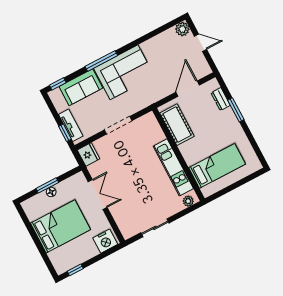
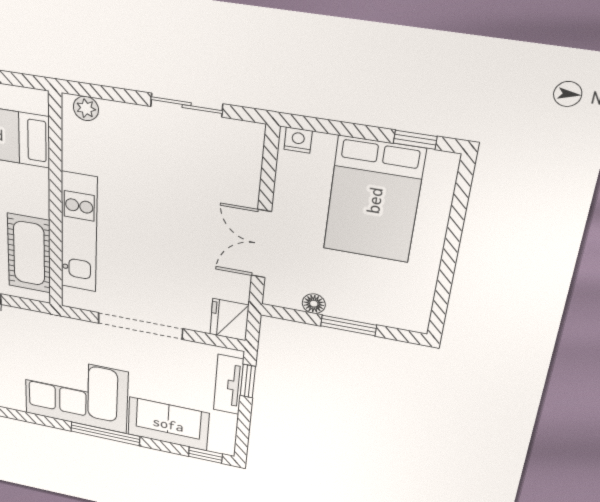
doorway: (118, 125) -> (140, 326), width x1.36
kitchen unit: (173, 167) -> (79, 233), moved
floor lamp: (51, 192) -> (314, 304), moved
bed: (60, 226) -> (374, 200), moved, turned -90
nightstand: (105, 241) -> (298, 140), width x0.53, depth x0.56

